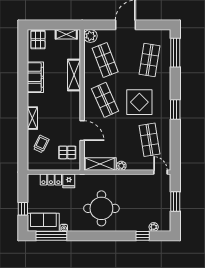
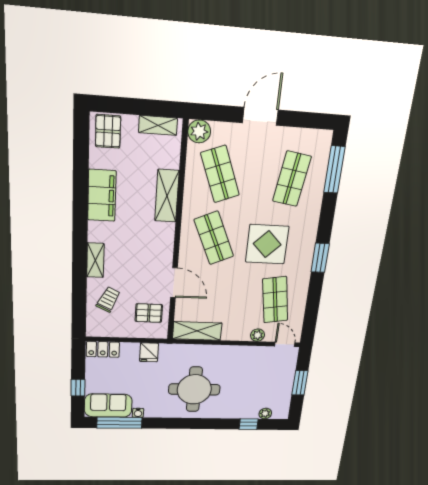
plant: (121, 166) -> (258, 335), moved
locker: (51, 180) -> (103, 349), moved

